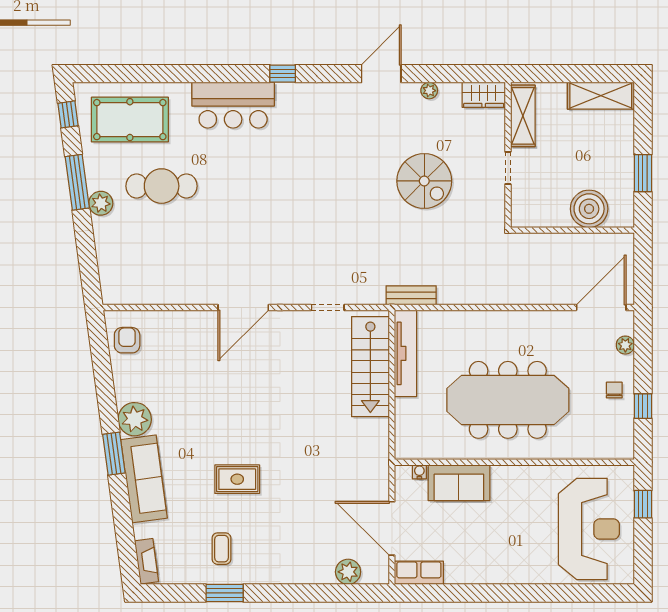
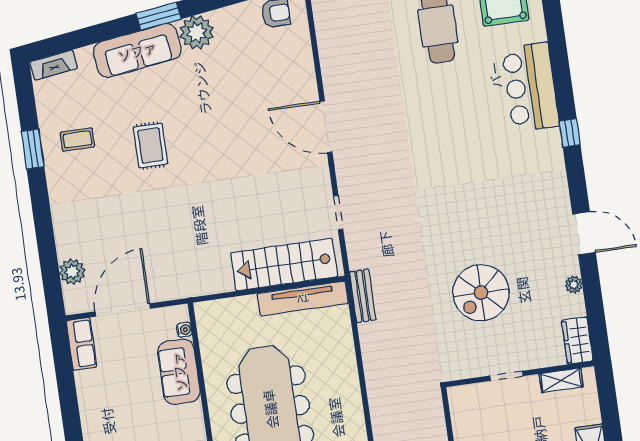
shelving: (523, 116) -> (561, 380), width x0.67, depth x0.75

